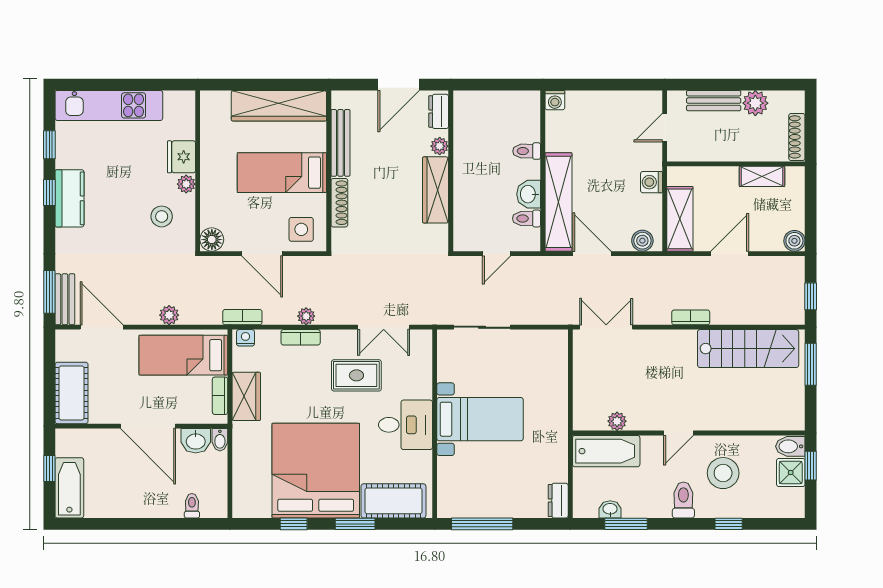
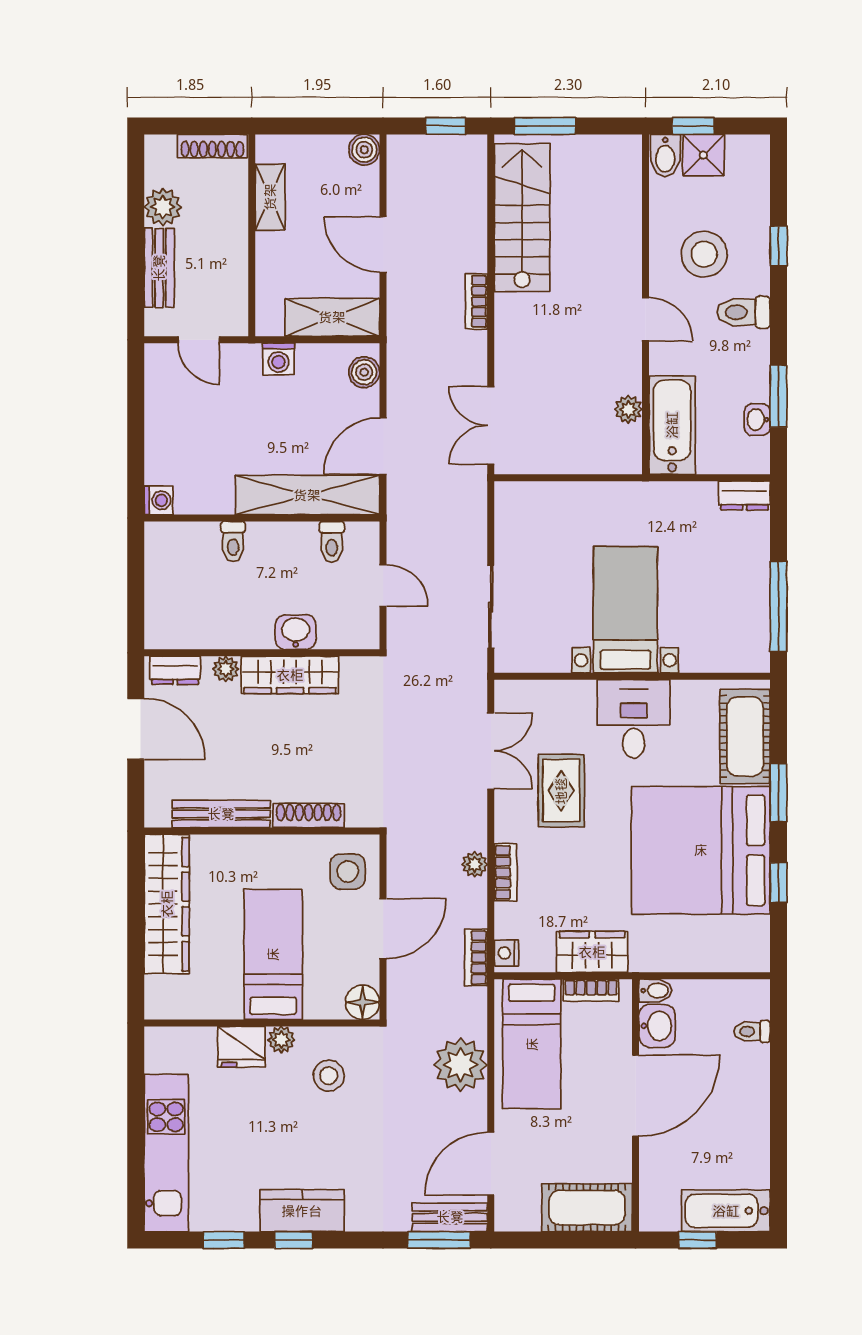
bed: (282, 173) -> (273, 954), moved, turned 180
washbasin: (529, 194) -> (296, 632), moved, turned 180
plant: (169, 315) -> (460, 1065), width x1.88, depth x1.88

